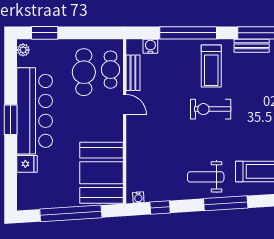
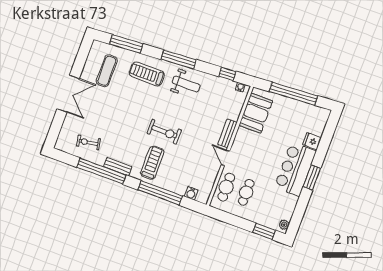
cafe table: (84, 72) -> (246, 192), width x0.73, depth x0.74
bench: (133, 73) -> (228, 134), moved
bar counter: (35, 111) -> (295, 169), width x0.73
booth: (102, 173) -> (256, 113), width x0.73, depth x0.70

